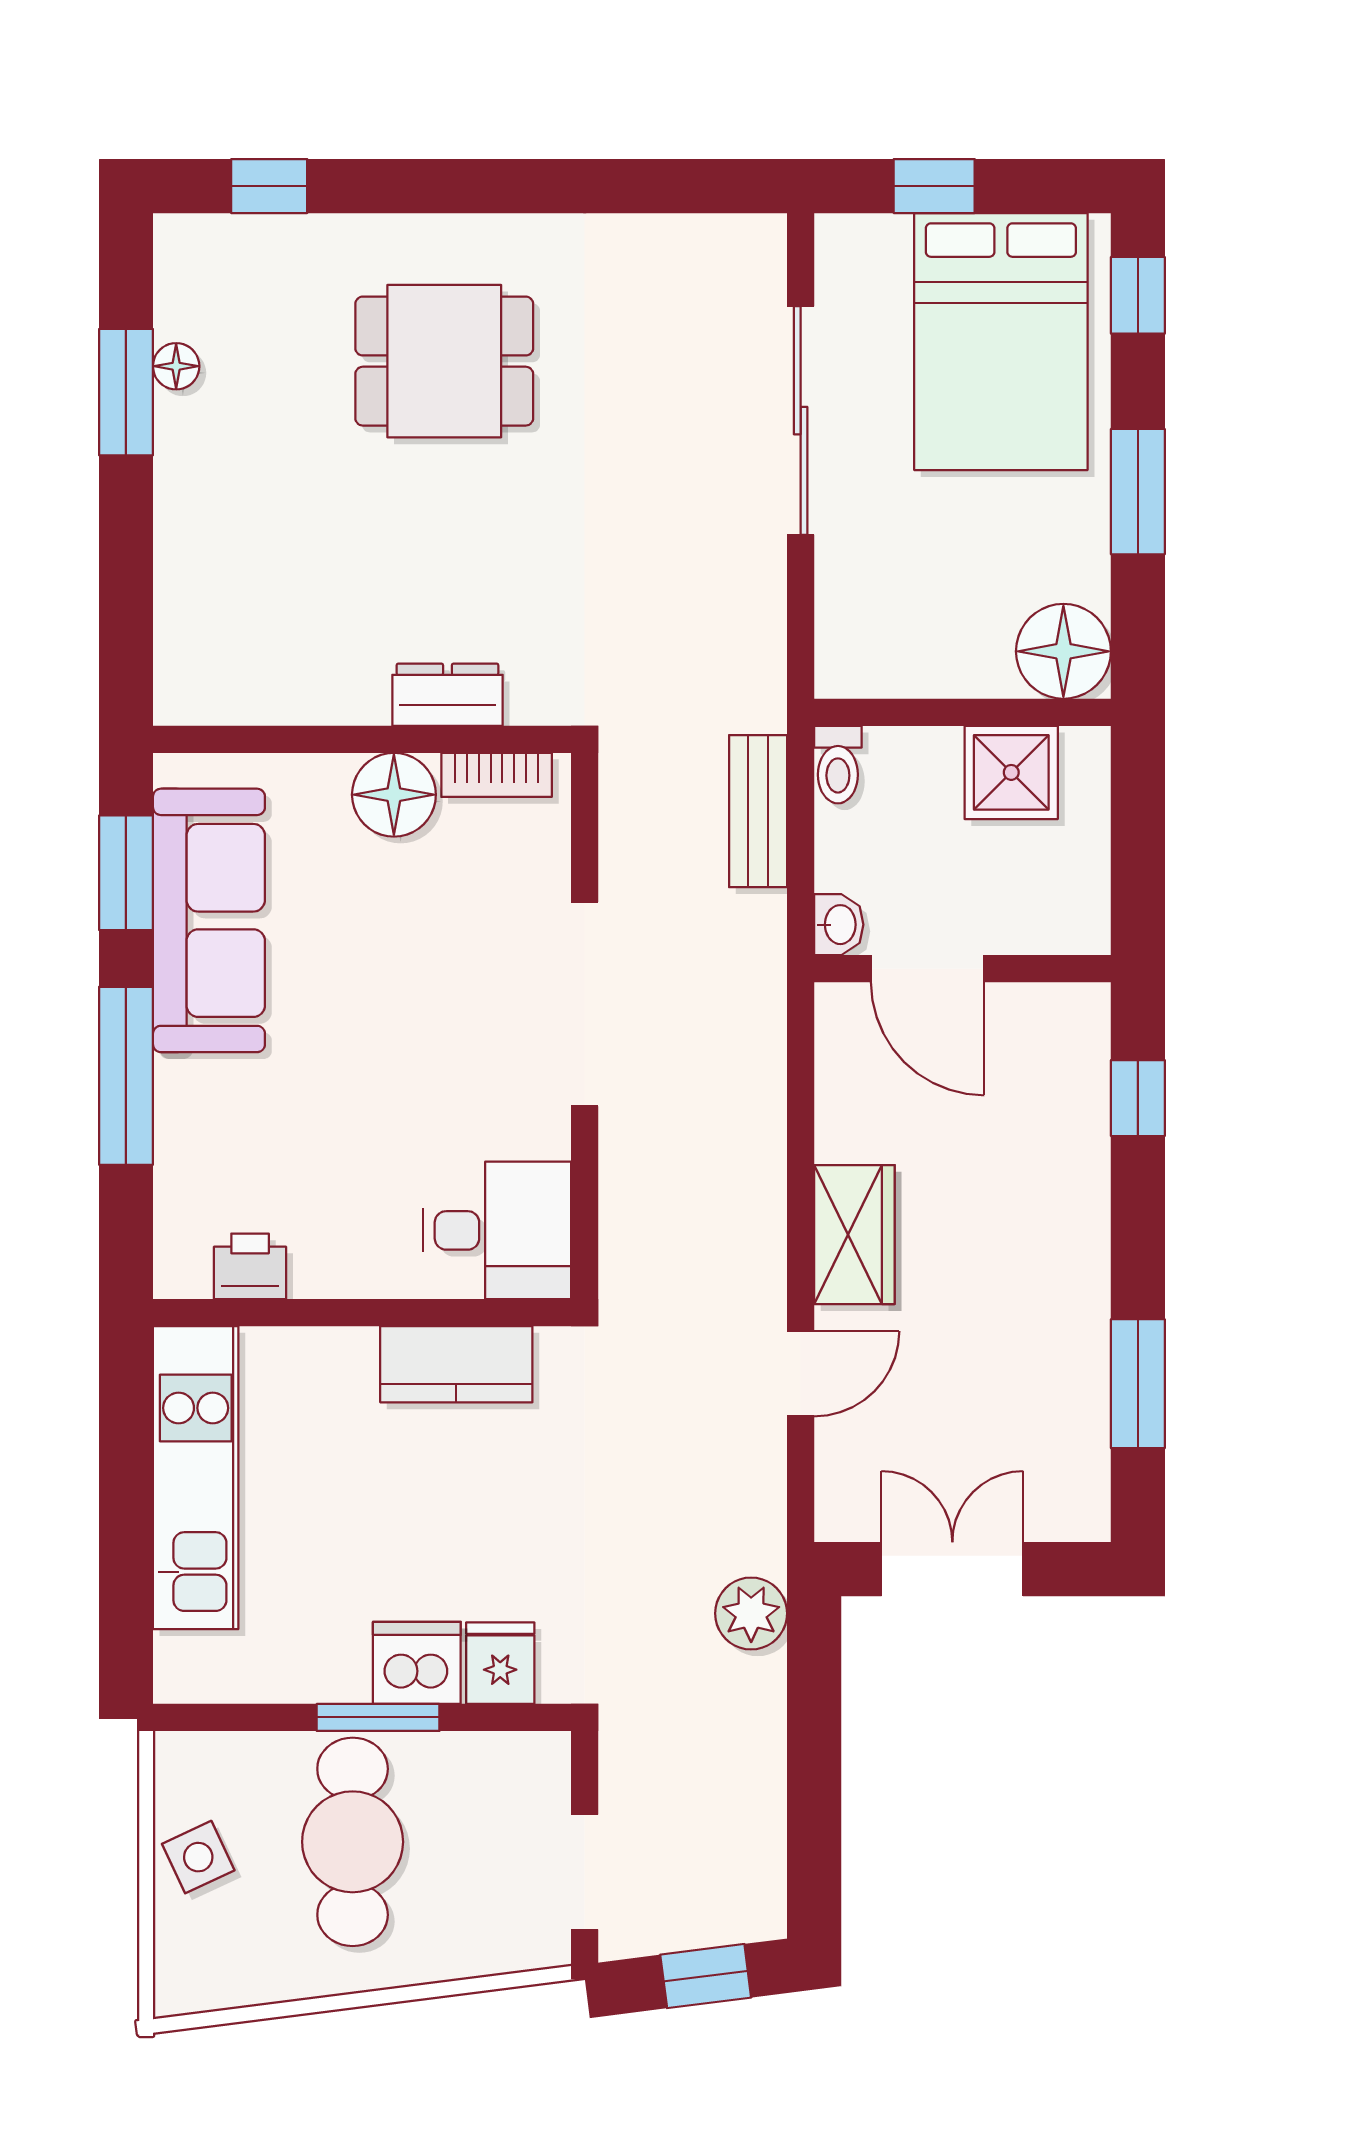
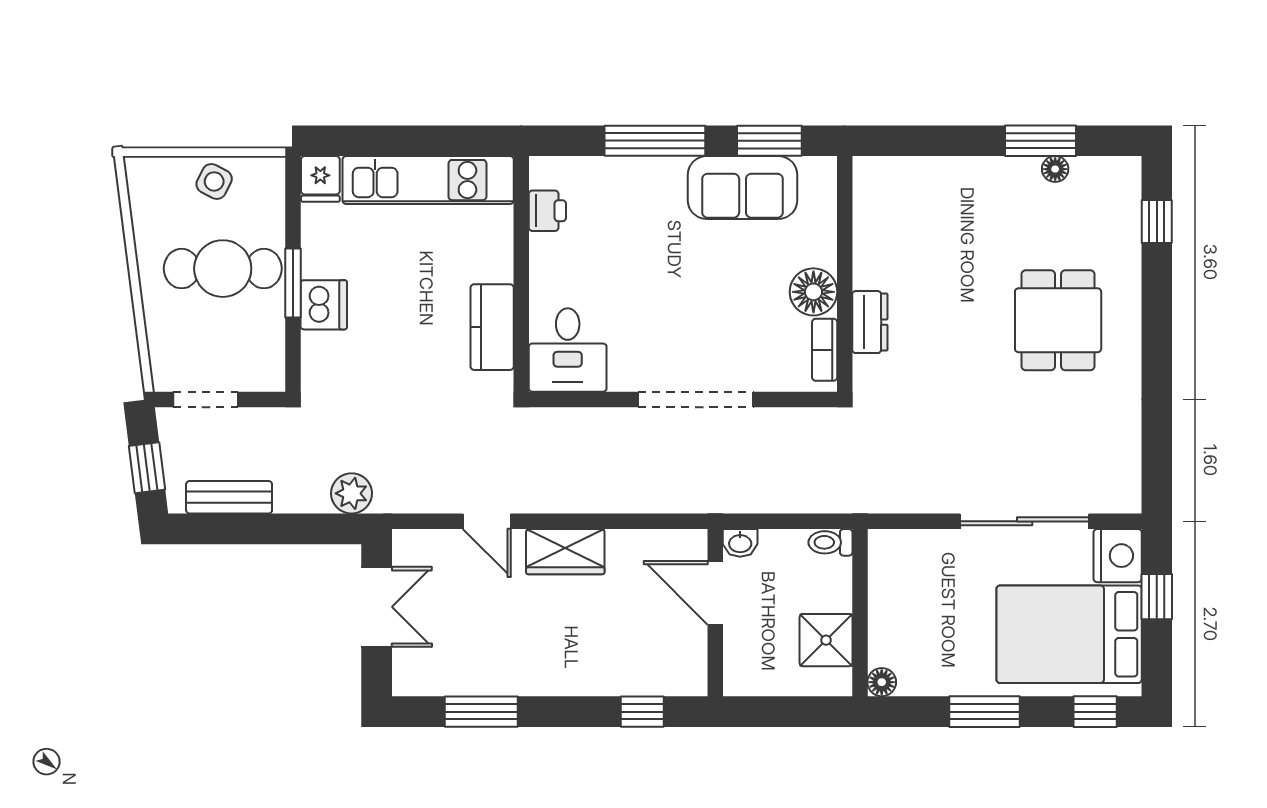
nightstand: (861, 256) -> (1118, 556), added
floor lamp: (1063, 651) -> (882, 682), width x0.53, depth x0.53
bench: (758, 811) -> (229, 497), moved
sofa: (209, 920) -> (743, 188), width x0.73
door: (928, 969) -> (715, 593), hinge flipped
fridge: (500, 1663) -> (320, 179), moved, turned 90
side table: (198, 1857) -> (214, 181), turned -38

